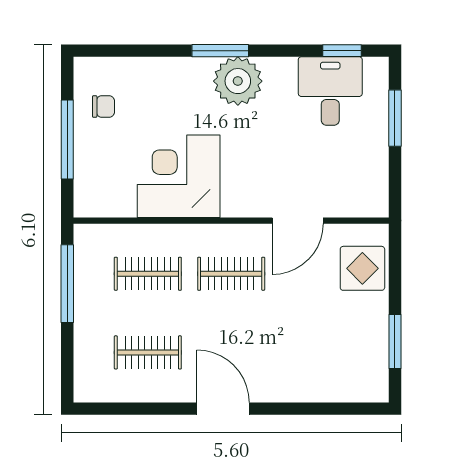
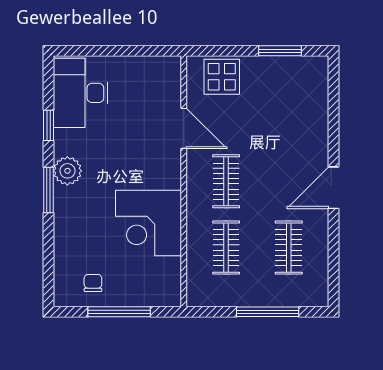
window: (342, 51) -> (48, 125), moved
plant: (238, 81) -> (67, 171), width x0.73, depth x0.73
desk: (330, 91) -> (81, 93), width x1.37
window: (395, 118) -> (102, 51), removed
window: (67, 284) -> (268, 312), moved

